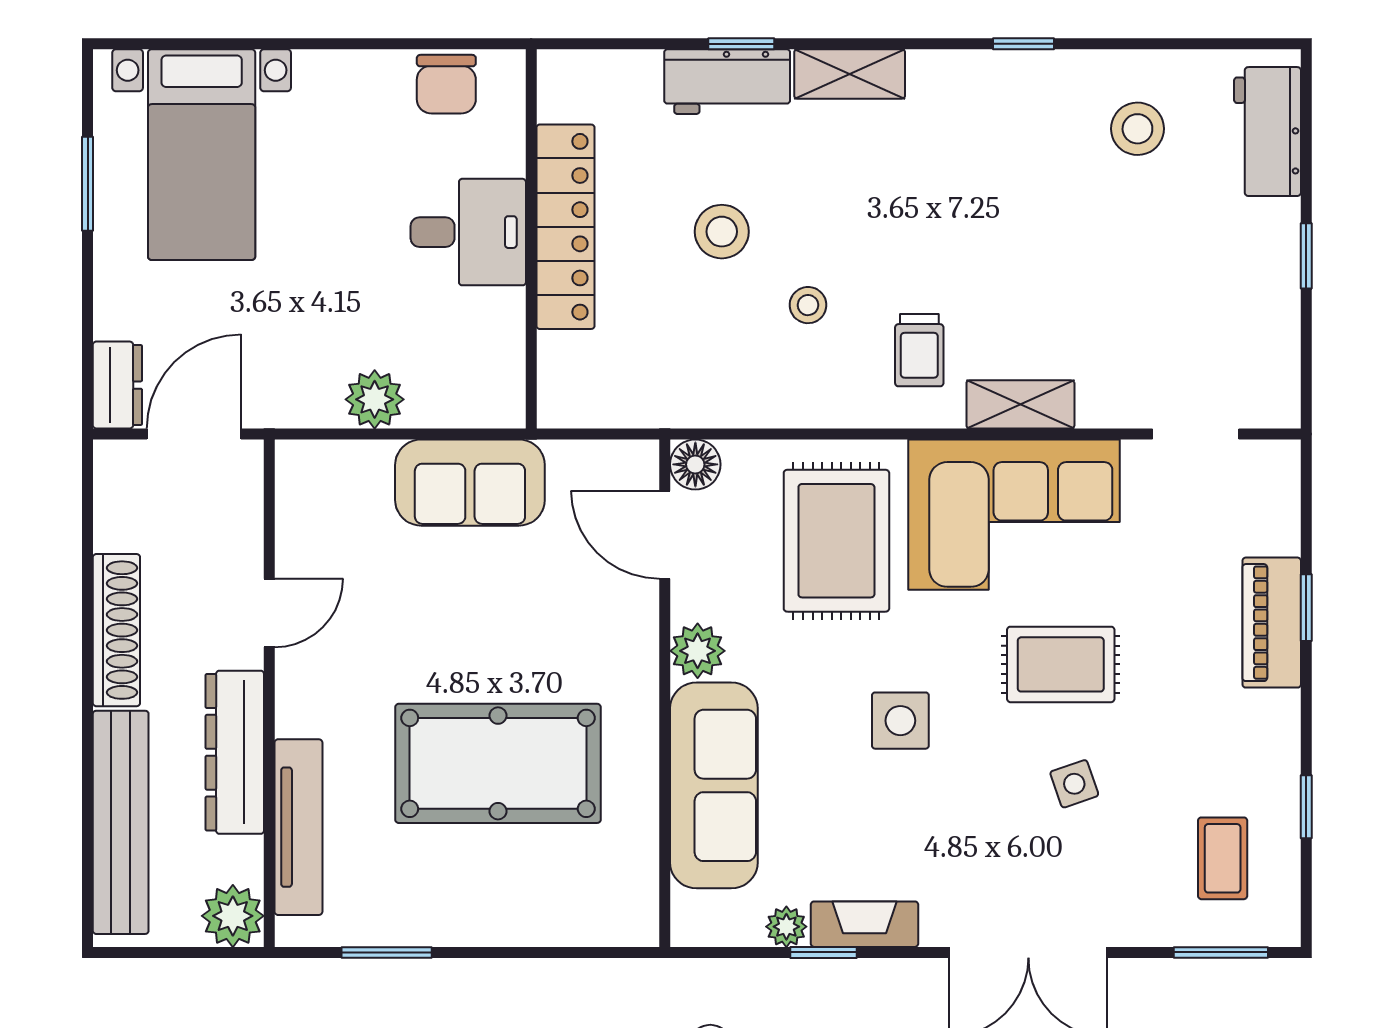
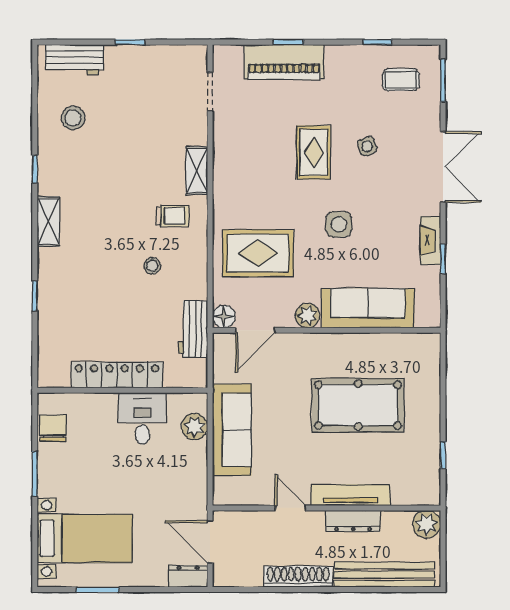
window: (345, 44) -> (35, 474), added
shelving: (850, 74) -> (48, 222), moved
workbench: (727, 82) -> (193, 329), moved, turned 180
chair: (446, 84) -> (53, 428), turned -90
desk: (468, 232) -> (142, 419), moved
stool: (722, 232) -> (119, 305), removed
plant: (375, 399) -> (195, 427), moved
sofa: (470, 483) -> (232, 430), width x1.36
corner sofa: (1014, 515) -> (246, 173), removed
piano: (1272, 623) -> (284, 62), width x1.37, depth x1.33
dresser: (235, 752) -> (353, 521), width x0.73, depth x0.80
pool table: (498, 763) -> (358, 405), turned 90
tv unit: (298, 827) -> (350, 495), moved
plant: (786, 927) -> (431, 276), removed
window: (387, 952) -> (443, 455), width x0.67

